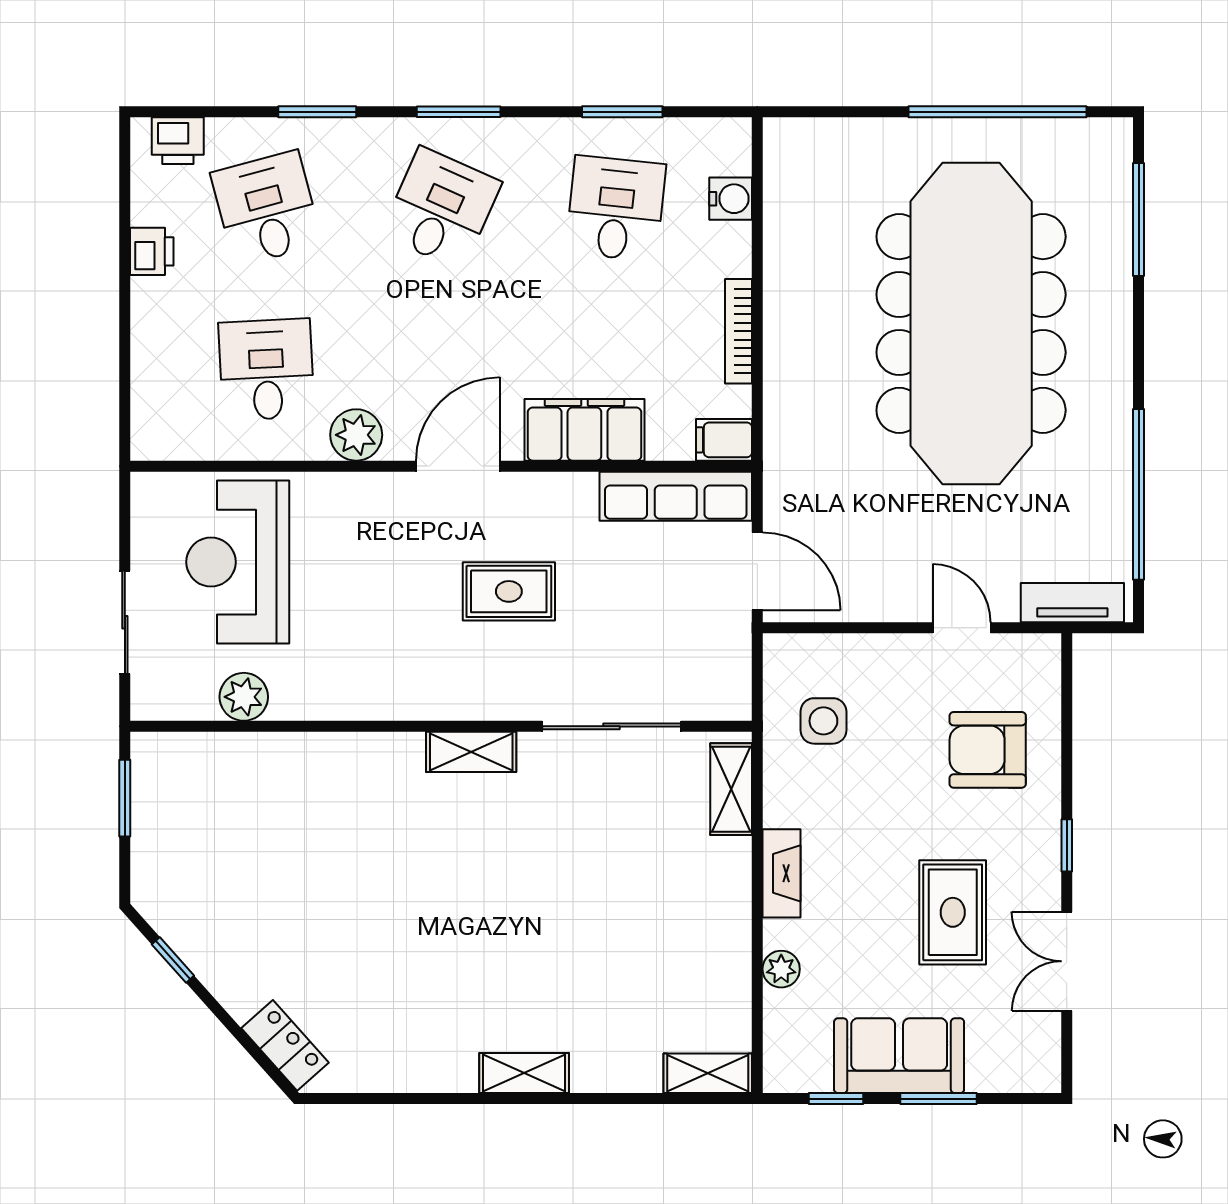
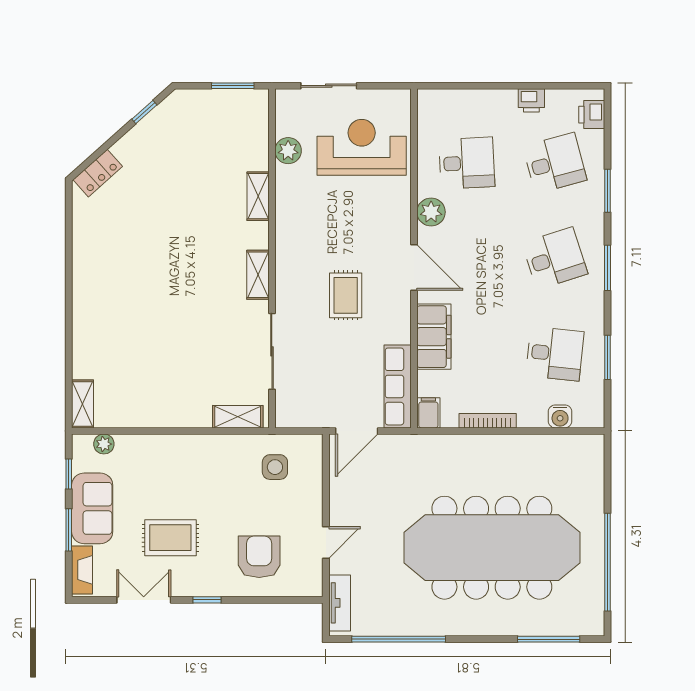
desk: (441, 208) -> (555, 258), turned -42
fireplace: (782, 873) -> (82, 570), moved, turned -90
plant: (781, 969) -> (104, 444), moved
shelving: (524, 1073) -> (258, 196), moved

